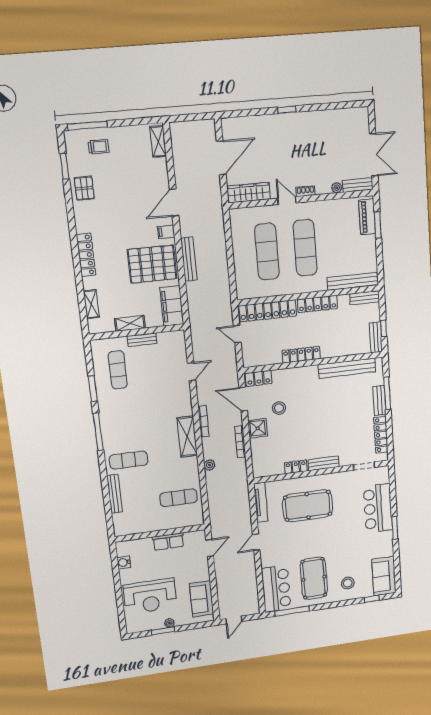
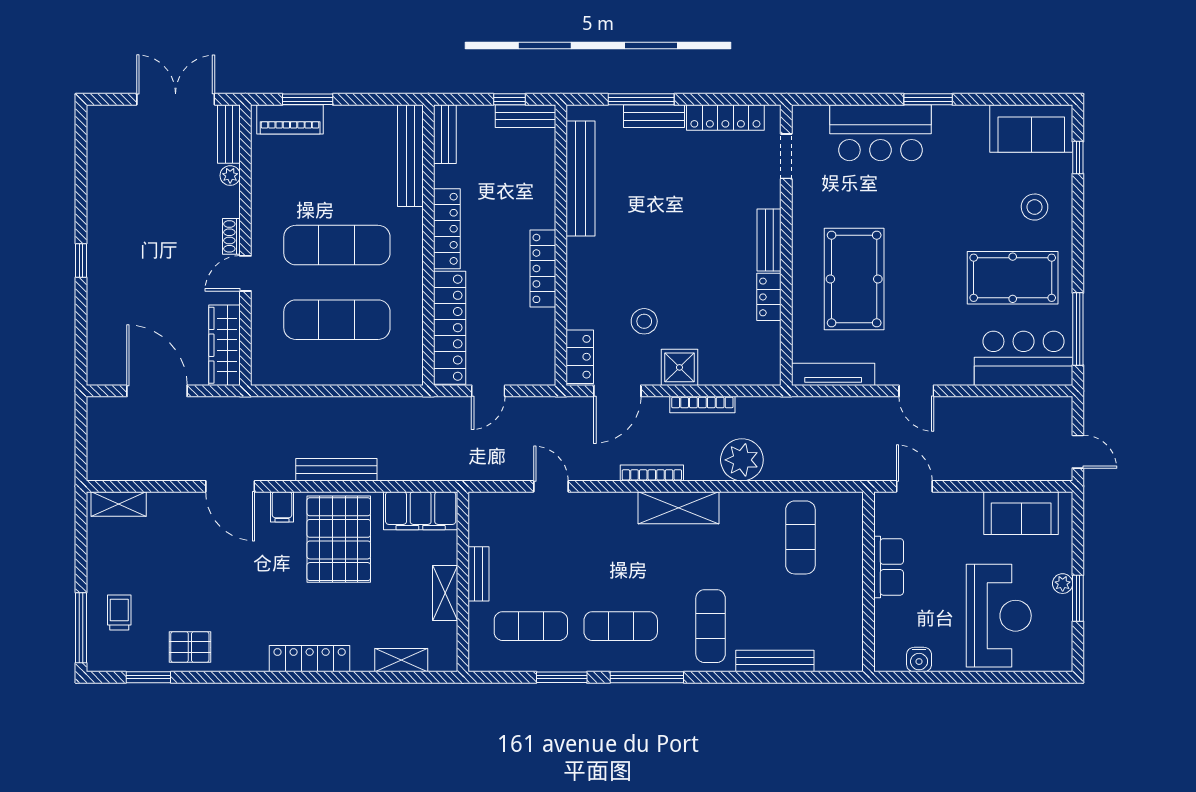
exercise mat: (123, 415) -> (621, 626), added
plant: (210, 465) -> (742, 460), width x1.87, depth x1.87

